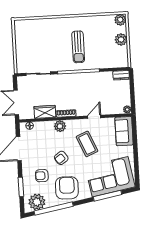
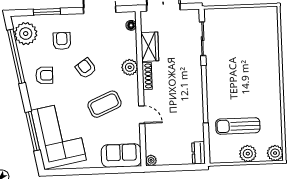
sun lounger: (78, 47) -> (238, 126), moved
armchair: (67, 188) -> (44, 75), width x0.53, depth x0.53

